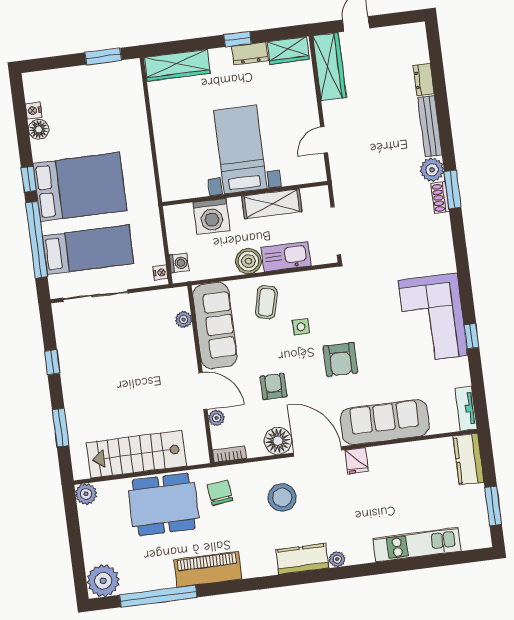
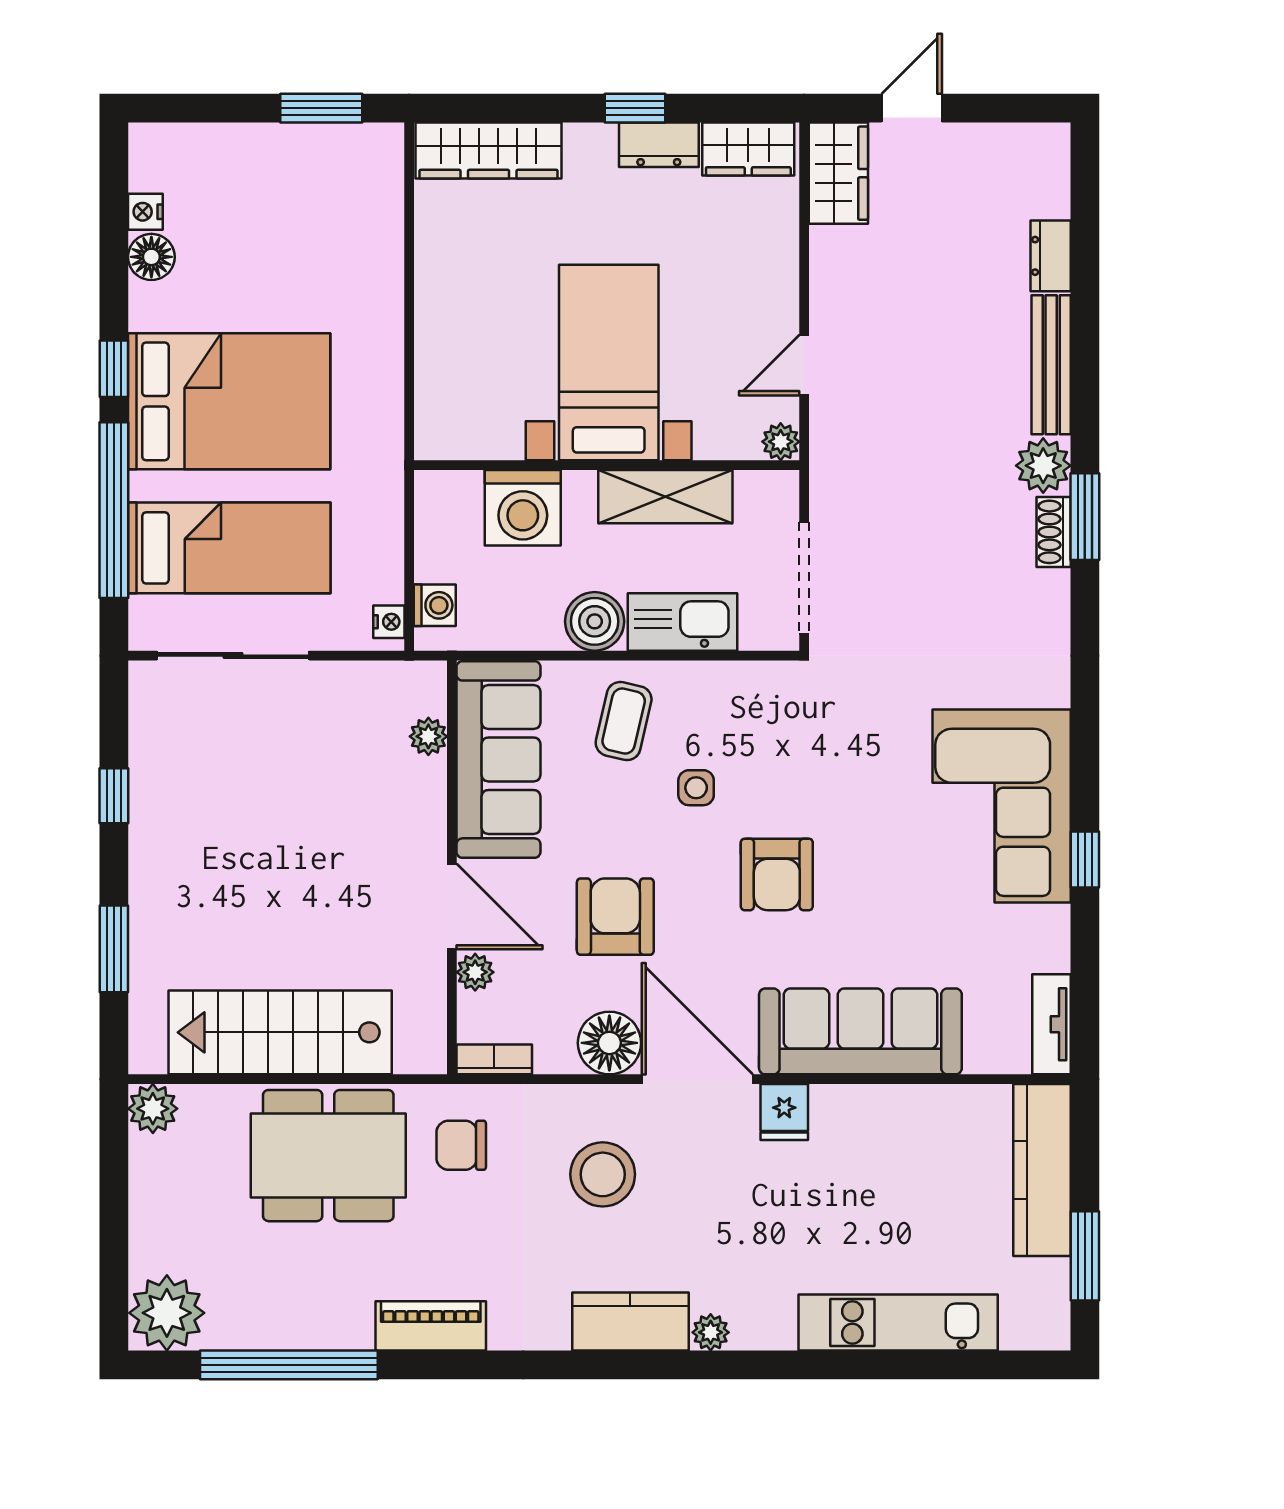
wardrobe: (330, 67) -> (838, 173), width x0.67
plant: (318, 174) -> (781, 442), added
armchair: (273, 386) -> (615, 917), width x1.38, depth x1.38
kitchen counter: (469, 459) -> (1042, 1170), width x1.50
chair: (220, 493) -> (461, 1145), turned -83
piano: (208, 569) -> (431, 1326), width x0.73, depth x0.75

